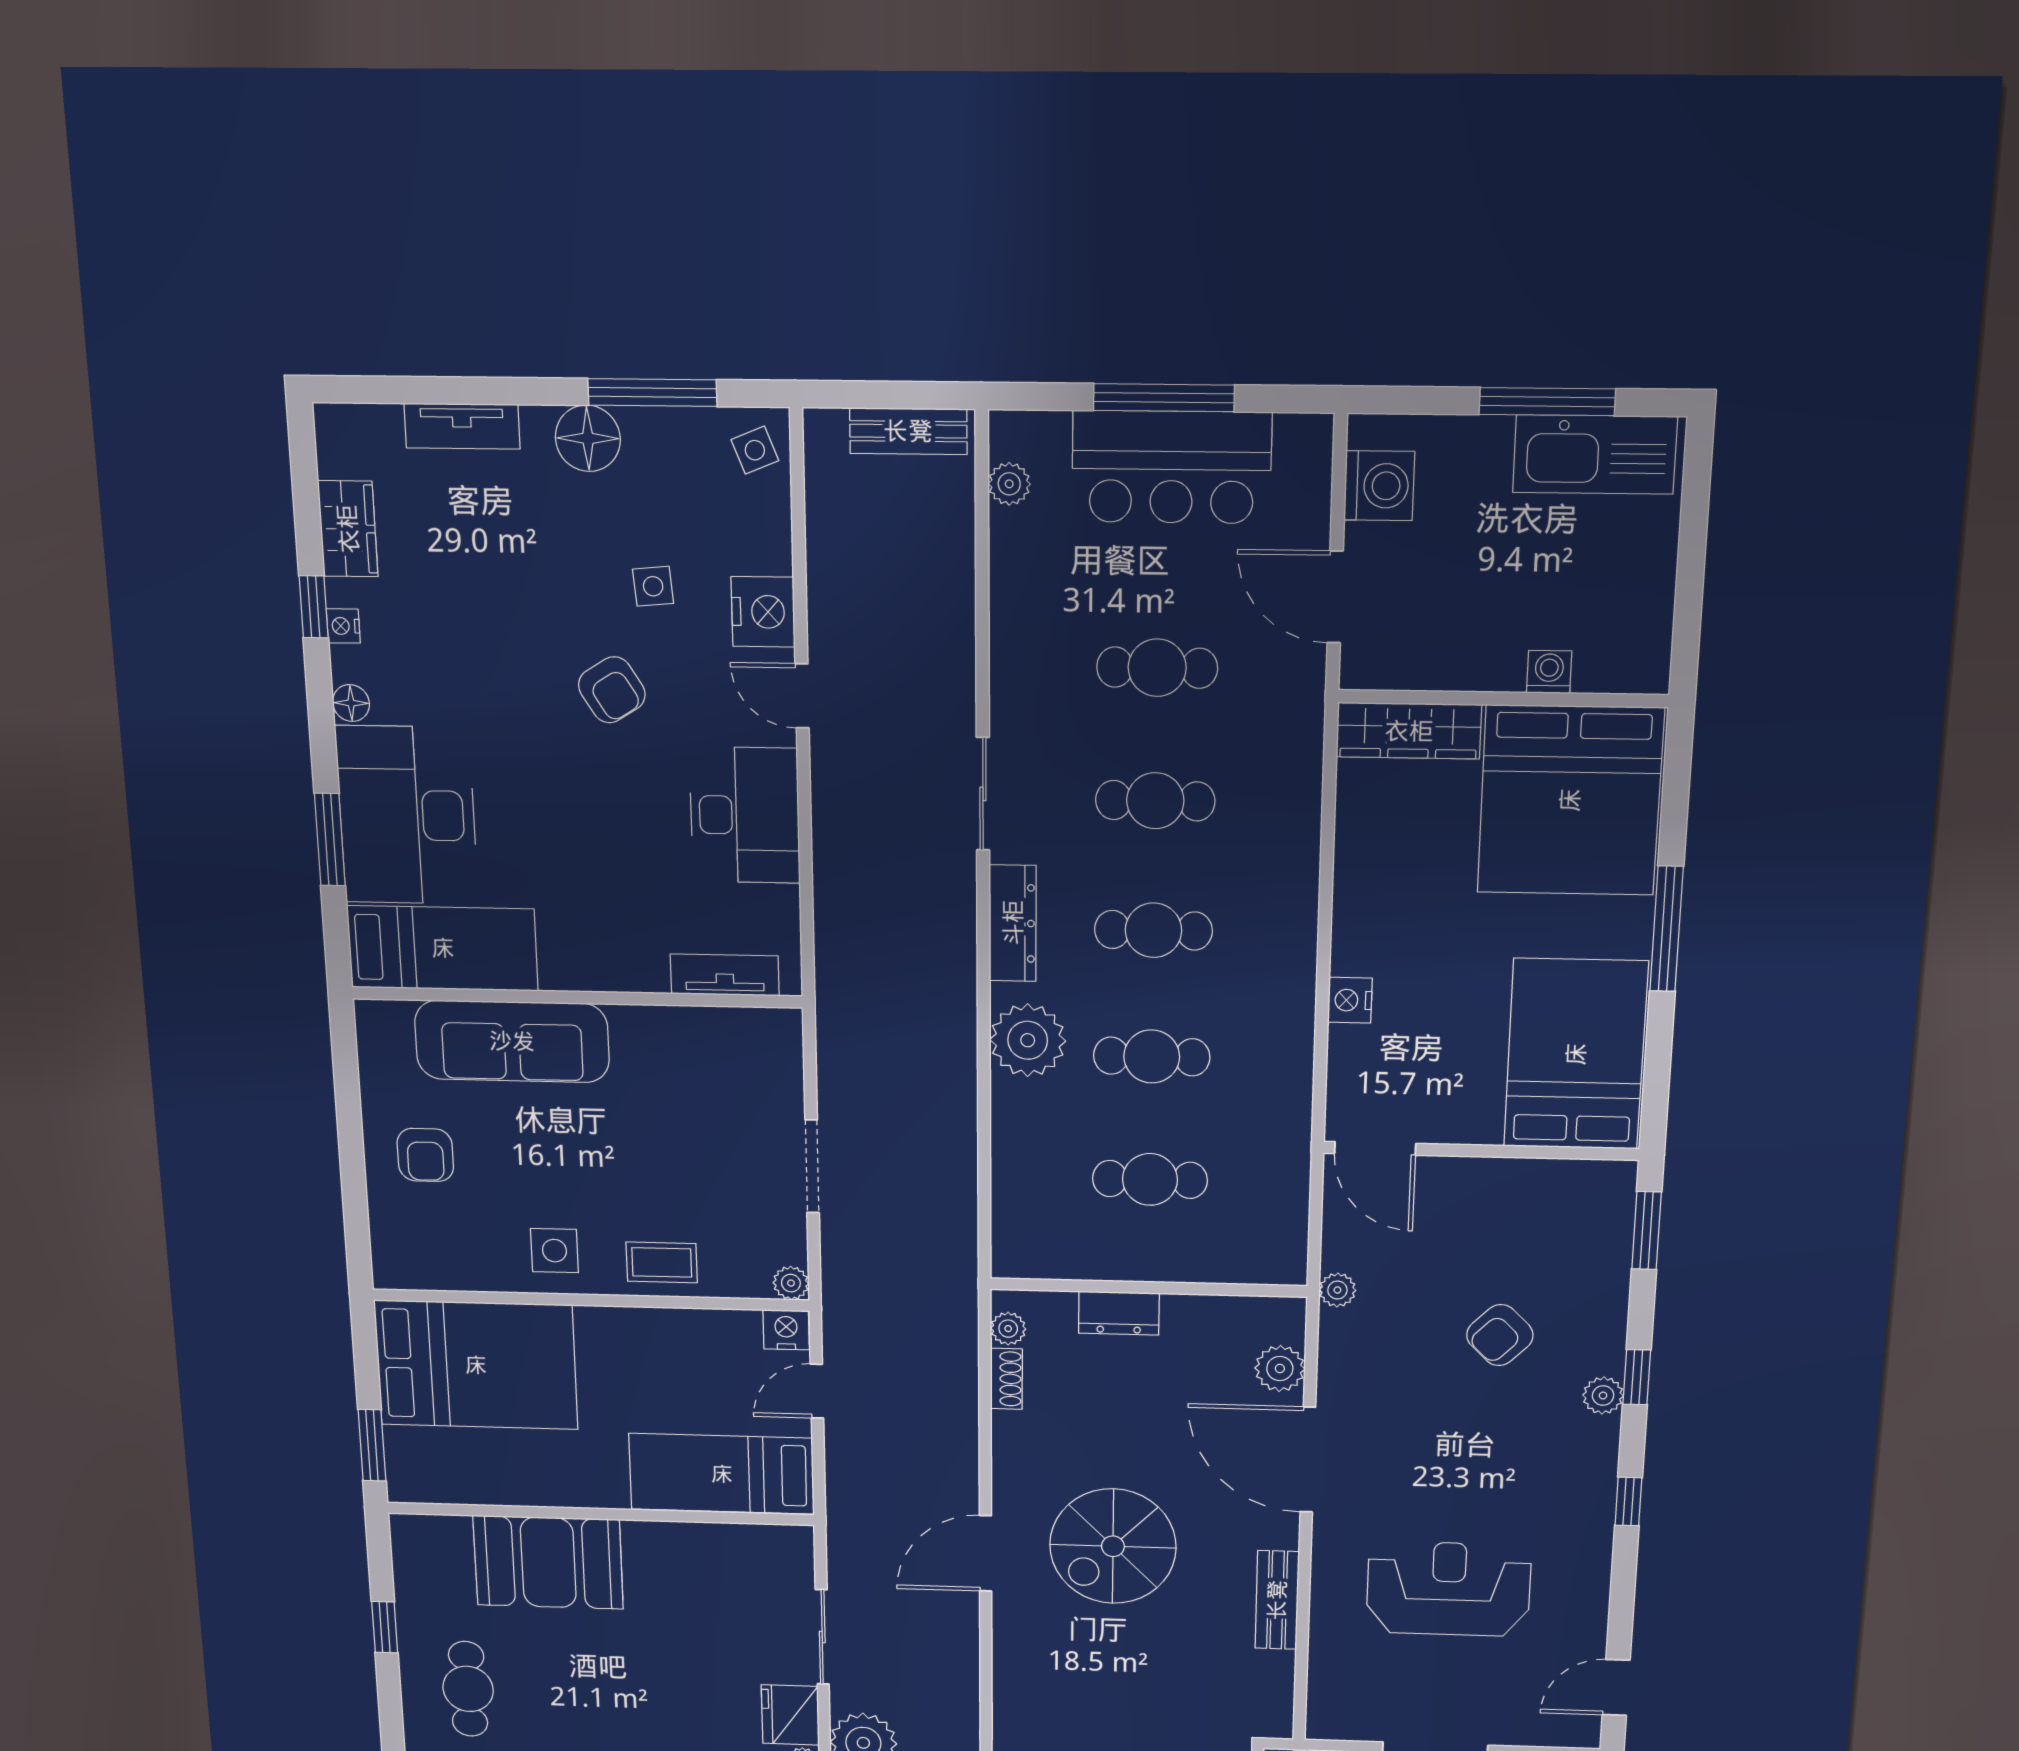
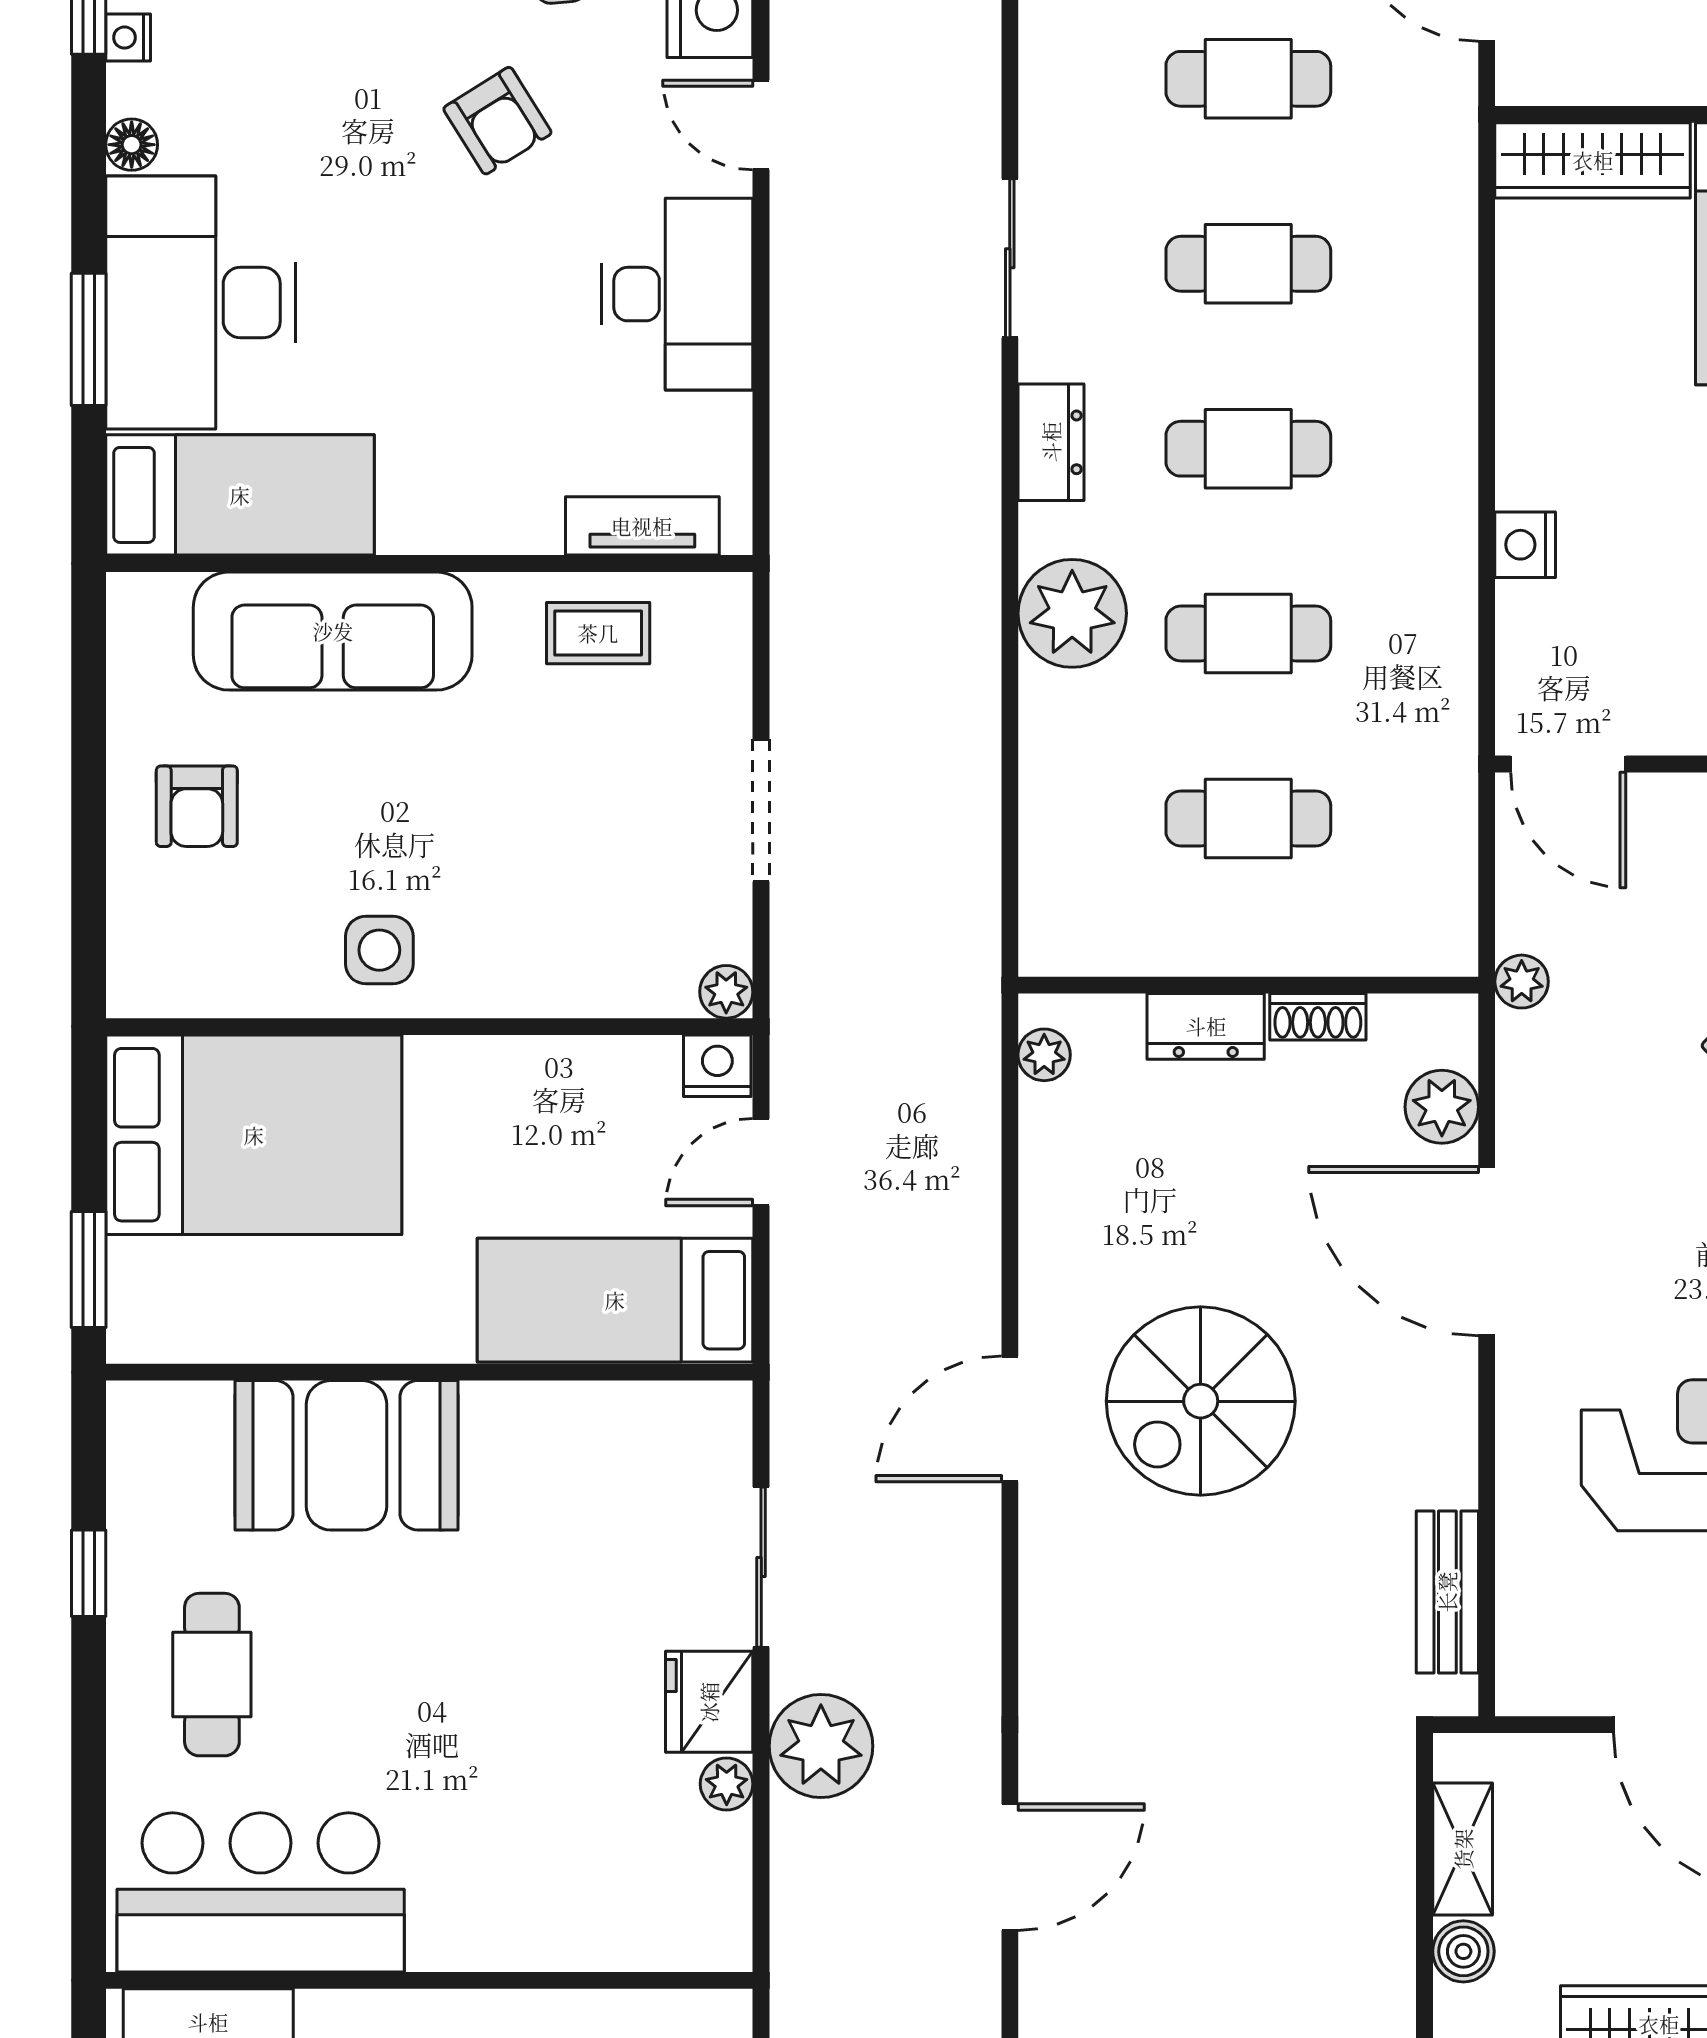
dresser: (1013, 923) -> (1051, 442), width x0.70
coffee table: (662, 1262) -> (598, 633), moved
shoe rack: (1006, 1379) -> (1318, 1017), moved, turned 90
bench: (1277, 1600) -> (1447, 1592), moved

